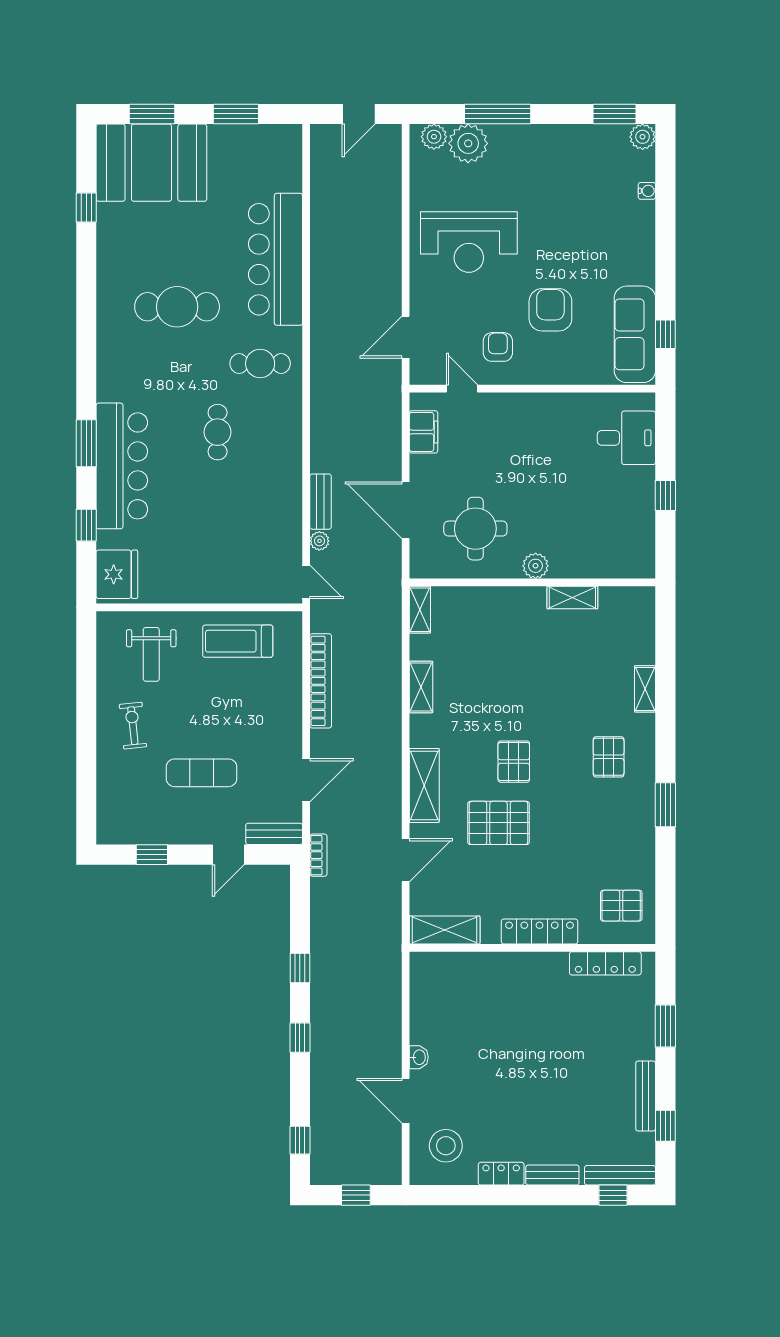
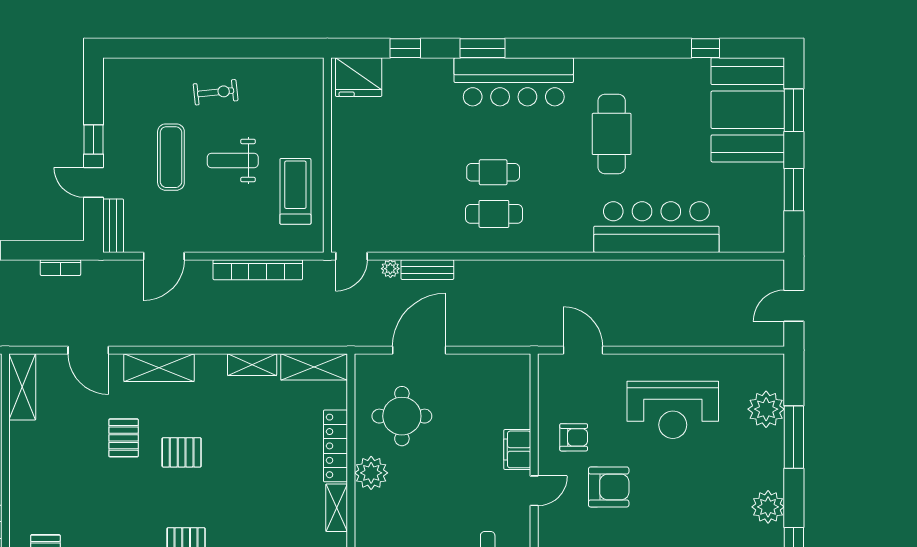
door: (359, 114) -> (794, 306), hinge flipped
plant: (434, 137) -> (768, 507), moved, width x1.36, depth x1.36
reception desk: (469, 242) -> (673, 410), turned -90
cafe table: (260, 364) -> (494, 214), moved, turned 90
door: (462, 389) -> (534, 491), moved
filing cabinet: (424, 432) -> (517, 449), moved, turned 90
bar counter: (122, 466) -> (514, 82), moved
plant: (536, 566) -> (371, 473), width x1.36, depth x1.36
shelving: (420, 610) -> (314, 367), width x1.50, depth x1.33
weight bench: (151, 654) -> (233, 161), moved
door: (306, 780) -> (164, 256), hinge flipped
pallet: (498, 823) -> (124, 438), width x0.67, depth x0.71
window: (152, 855) -> (94, 139), moved
bookcase: (318, 855) -> (60, 268), moved
locker: (540, 932) -> (335, 446), moved, turned 180

